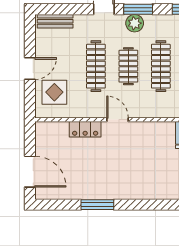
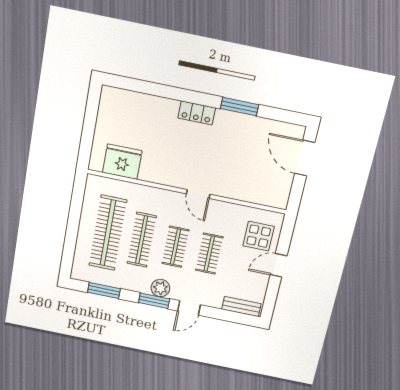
clothes rail: (96, 66) -> (209, 254), width x0.73
locker: (85, 129) -> (197, 113), moved, turned 180

